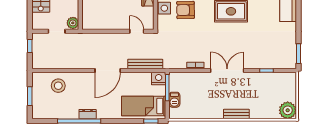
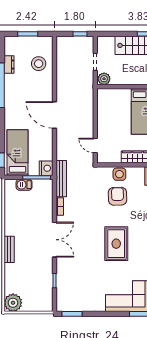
door: (137, 31) -> (95, 145), swing flipped
bench: (145, 64) -> (61, 179), moved
dresser: (88, 114) -> (9, 65), moved

